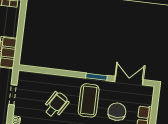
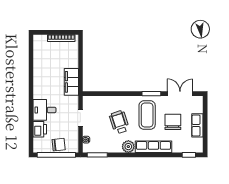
wheelchair: (56, 105) -> (119, 122), turned -50

